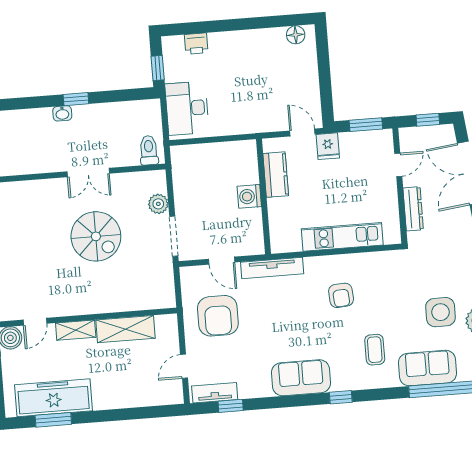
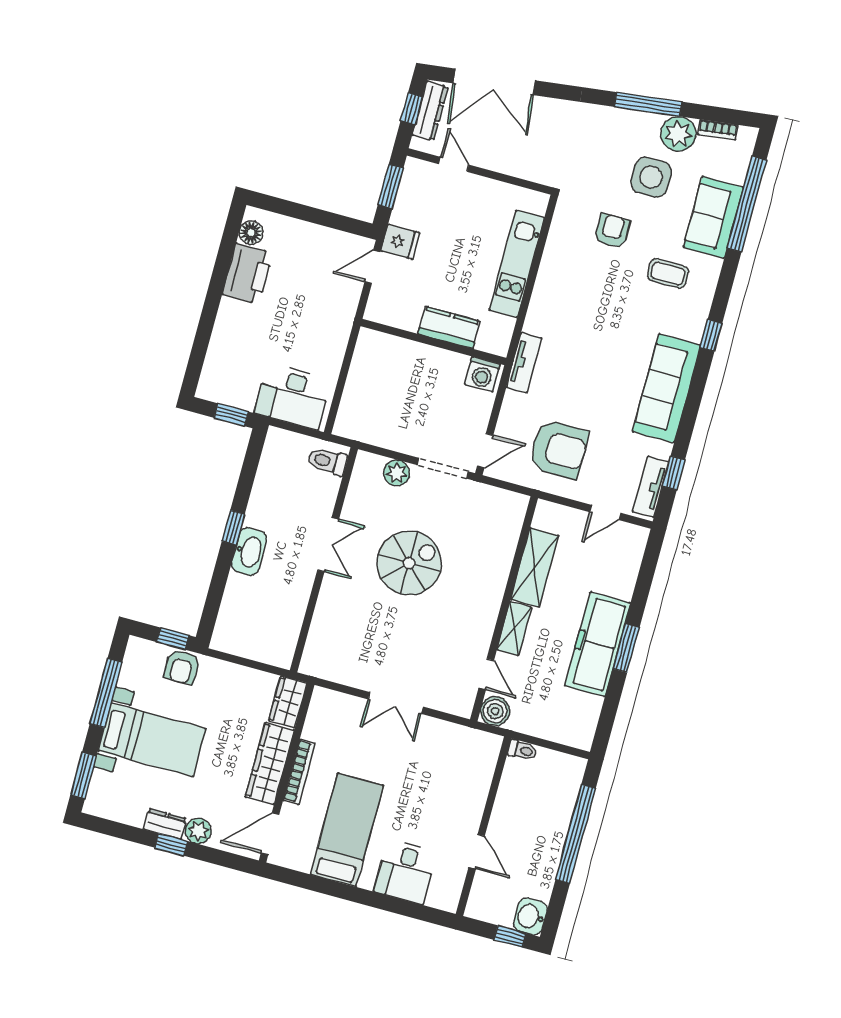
printer: (196, 44) -> (247, 274), moved, width x1.87, depth x1.48
washbasin: (62, 113) -> (249, 551), width x1.91, depth x1.45
kitchen counter: (276, 175) -> (449, 328), moved
washing machine: (249, 196) -> (482, 374), moved
dresser: (413, 209) -> (430, 111), moved, turned 90
door: (222, 261) -> (485, 451), moved
tv unit: (272, 268) -> (524, 363), width x0.71
armchair: (341, 295) -> (612, 231), moved, turned -86
door: (184, 366) -> (605, 512), hinge flipped
sofa: (301, 378) -> (667, 388), width x1.36
freezer: (54, 398) -> (598, 644), moved
window: (53, 420) -> (626, 648), moved

